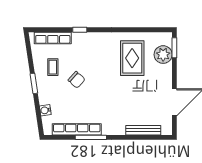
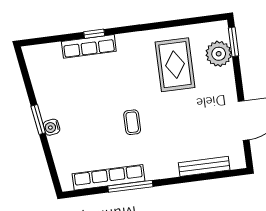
row of seats: (53, 38) -> (89, 46), moved
coffee table: (53, 67) -> (132, 122), moved
chair: (77, 80) -> (99, 106), removed
water cooler: (45, 110) -> (52, 127), moved

